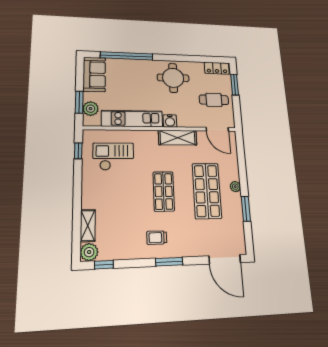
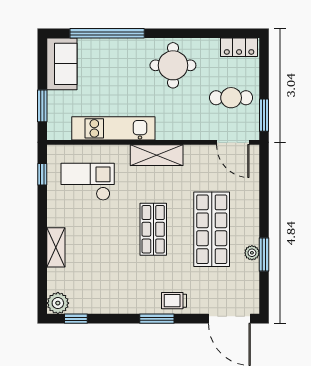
window: (235, 85) -> (264, 115), moved
plant: (91, 109) -> (57, 115), removed
water cooler: (170, 121) -> (166, 131), removed
shelving: (178, 138) -> (157, 155), moved
plant: (235, 187) -> (252, 253), moved
shelving: (88, 226) -> (56, 247), moved
trolley: (157, 238) -> (174, 301), moved

